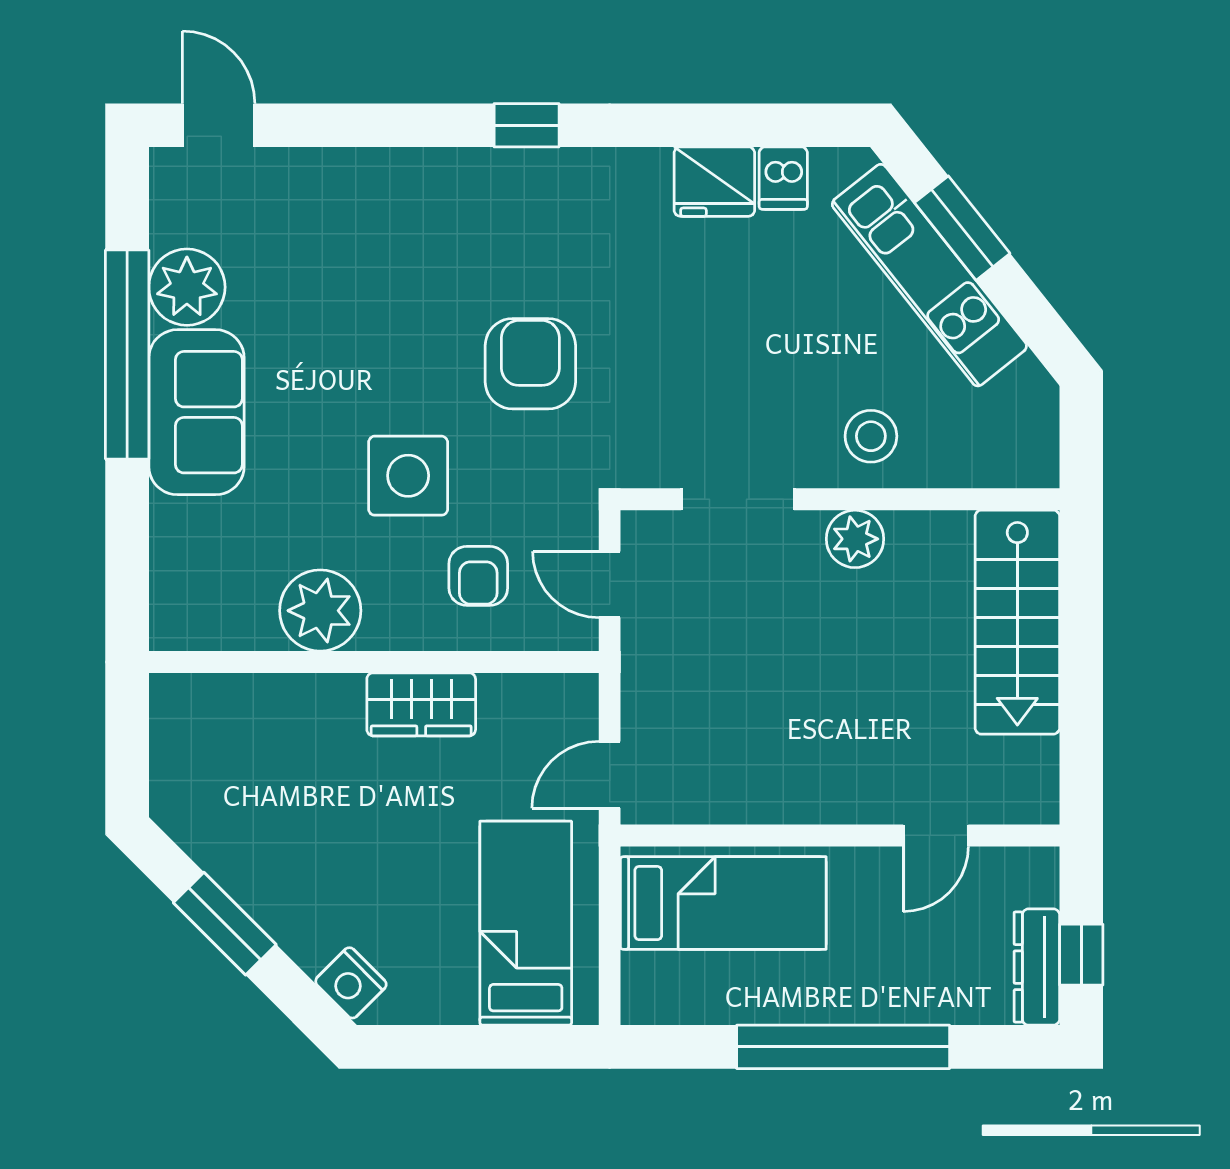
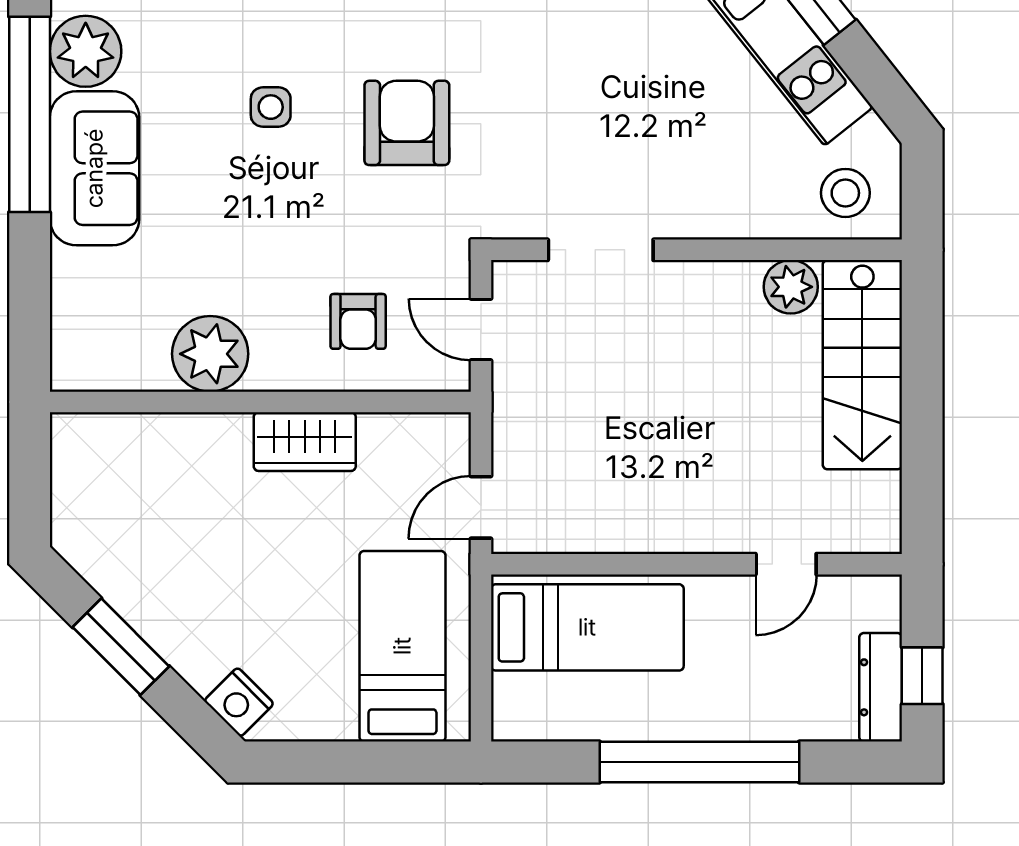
stool: (871, 436) -> (845, 193), moved
side table: (408, 476) -> (271, 107), moved, width x0.54, depth x0.54
plant: (855, 539) -> (791, 287), moved

